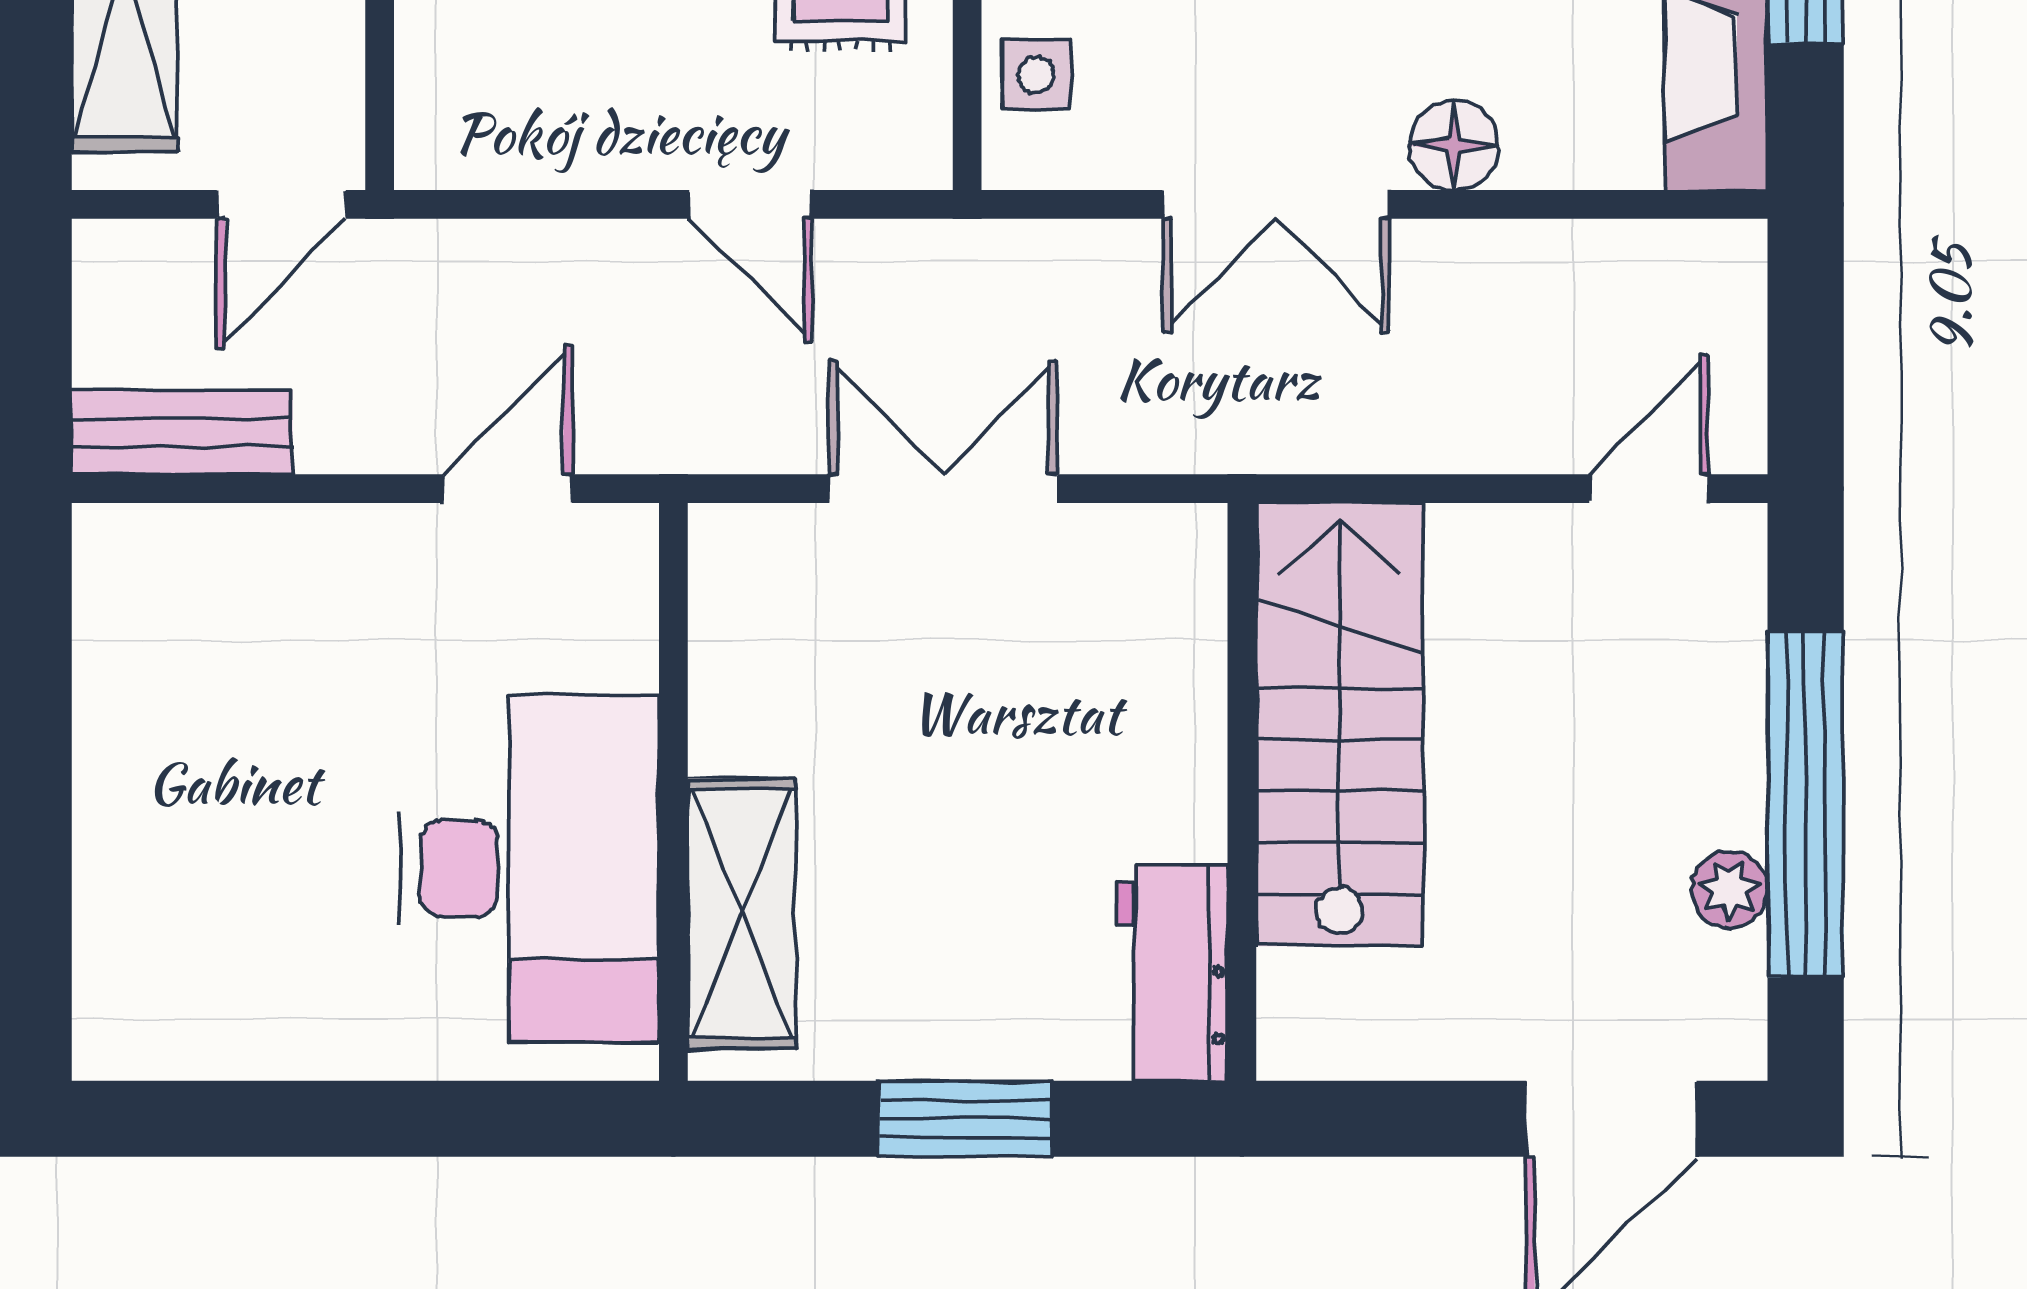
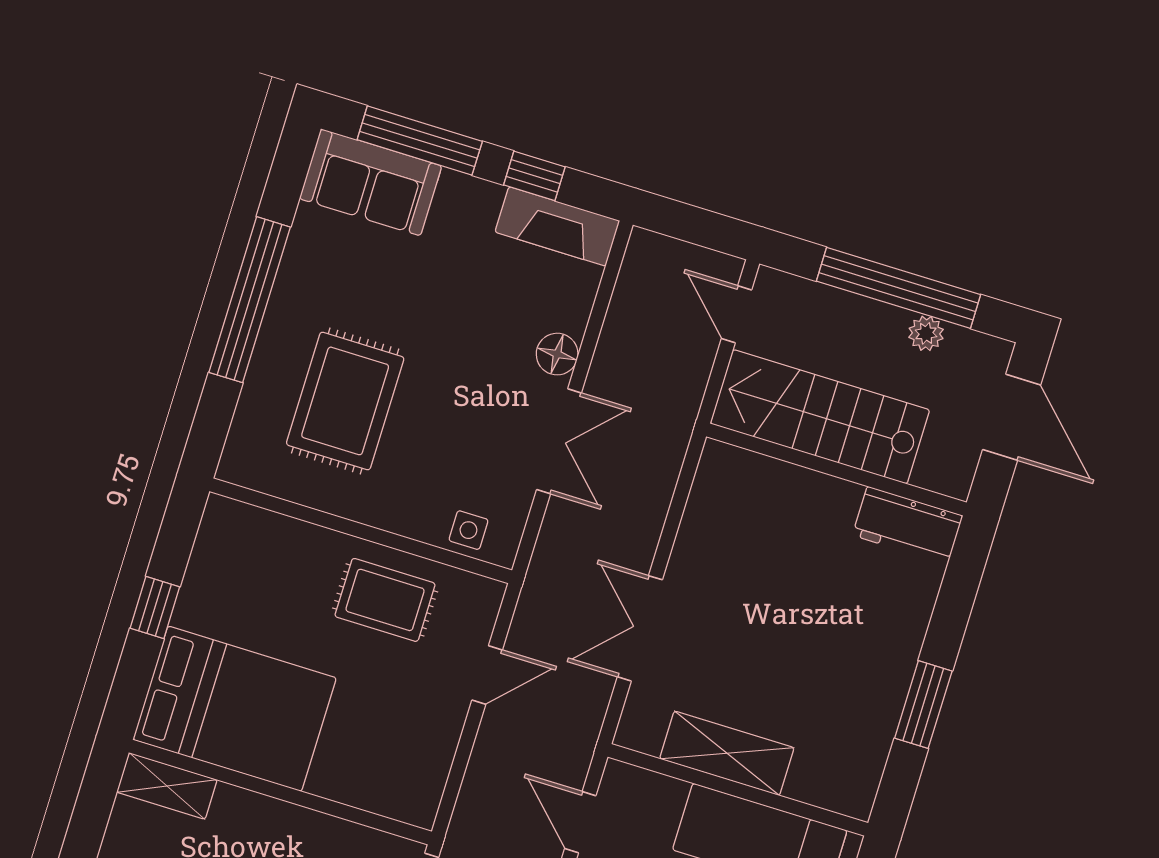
stairs: (1340, 725) -> (820, 417), moved
wall: (1242, 792) -> (836, 469), moved
shelving: (742, 914) -> (727, 753), moved
workbench: (1172, 973) -> (908, 525), moved

